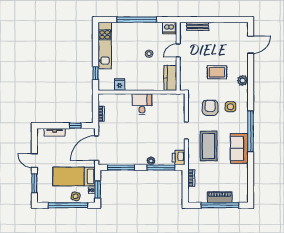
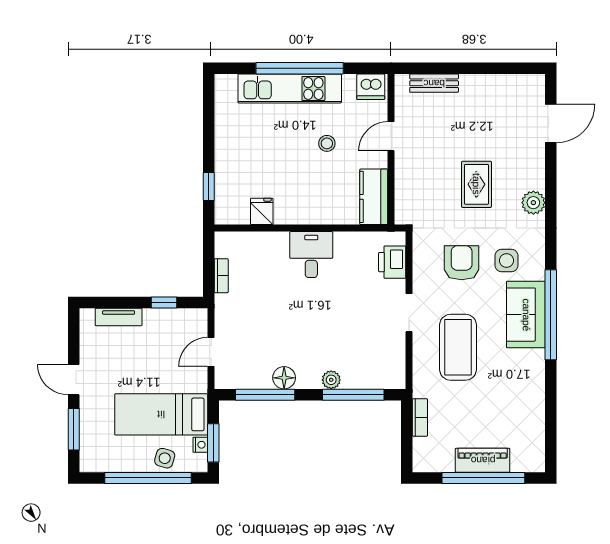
kitchen unit: (105, 46) -> (290, 89), moved, turned 90
rug: (217, 72) -> (476, 184), turned 90
door: (97, 148) -> (211, 352), width x0.53
sofa: (239, 148) -> (526, 315), moved
printer: (179, 158) -> (392, 262), moved
floor lamp: (130, 160) -> (284, 378), added

